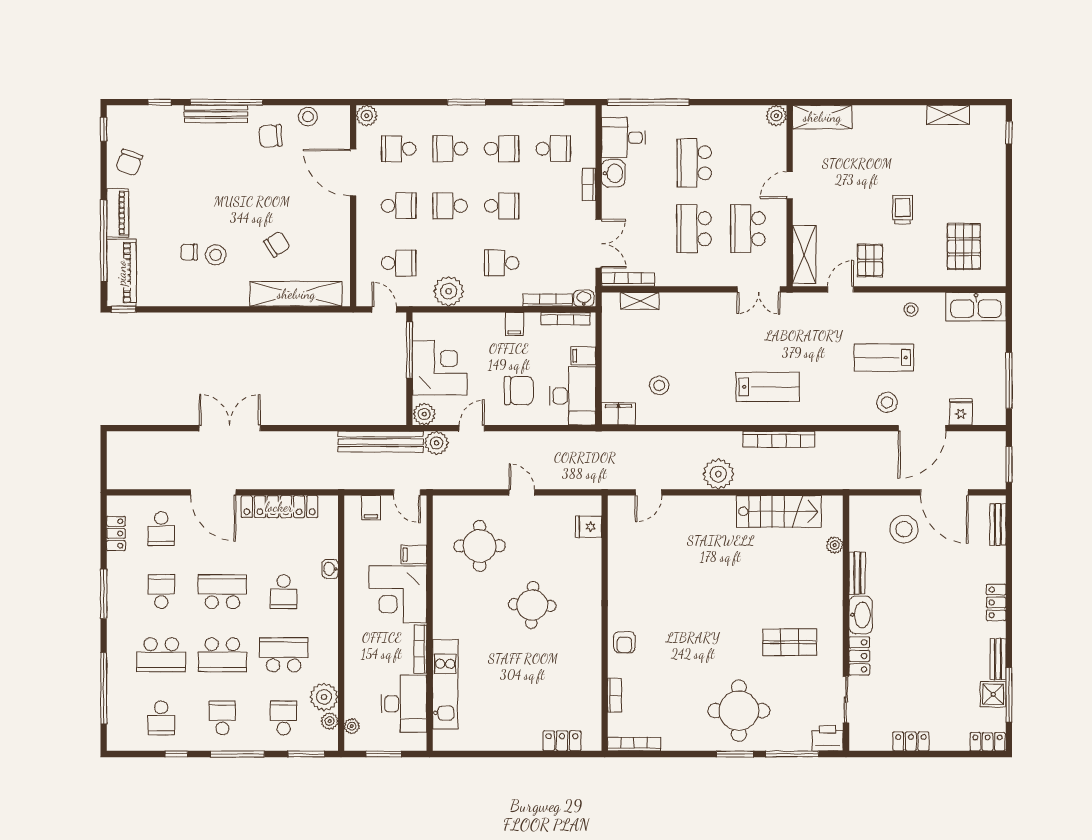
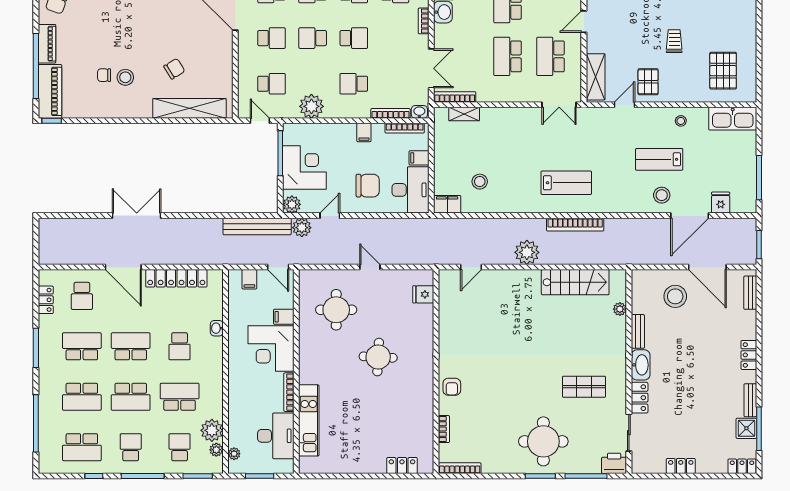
school desk: (161, 592) -> (82, 346), width x1.85
school desk: (161, 718) -> (82, 447), width x1.85

